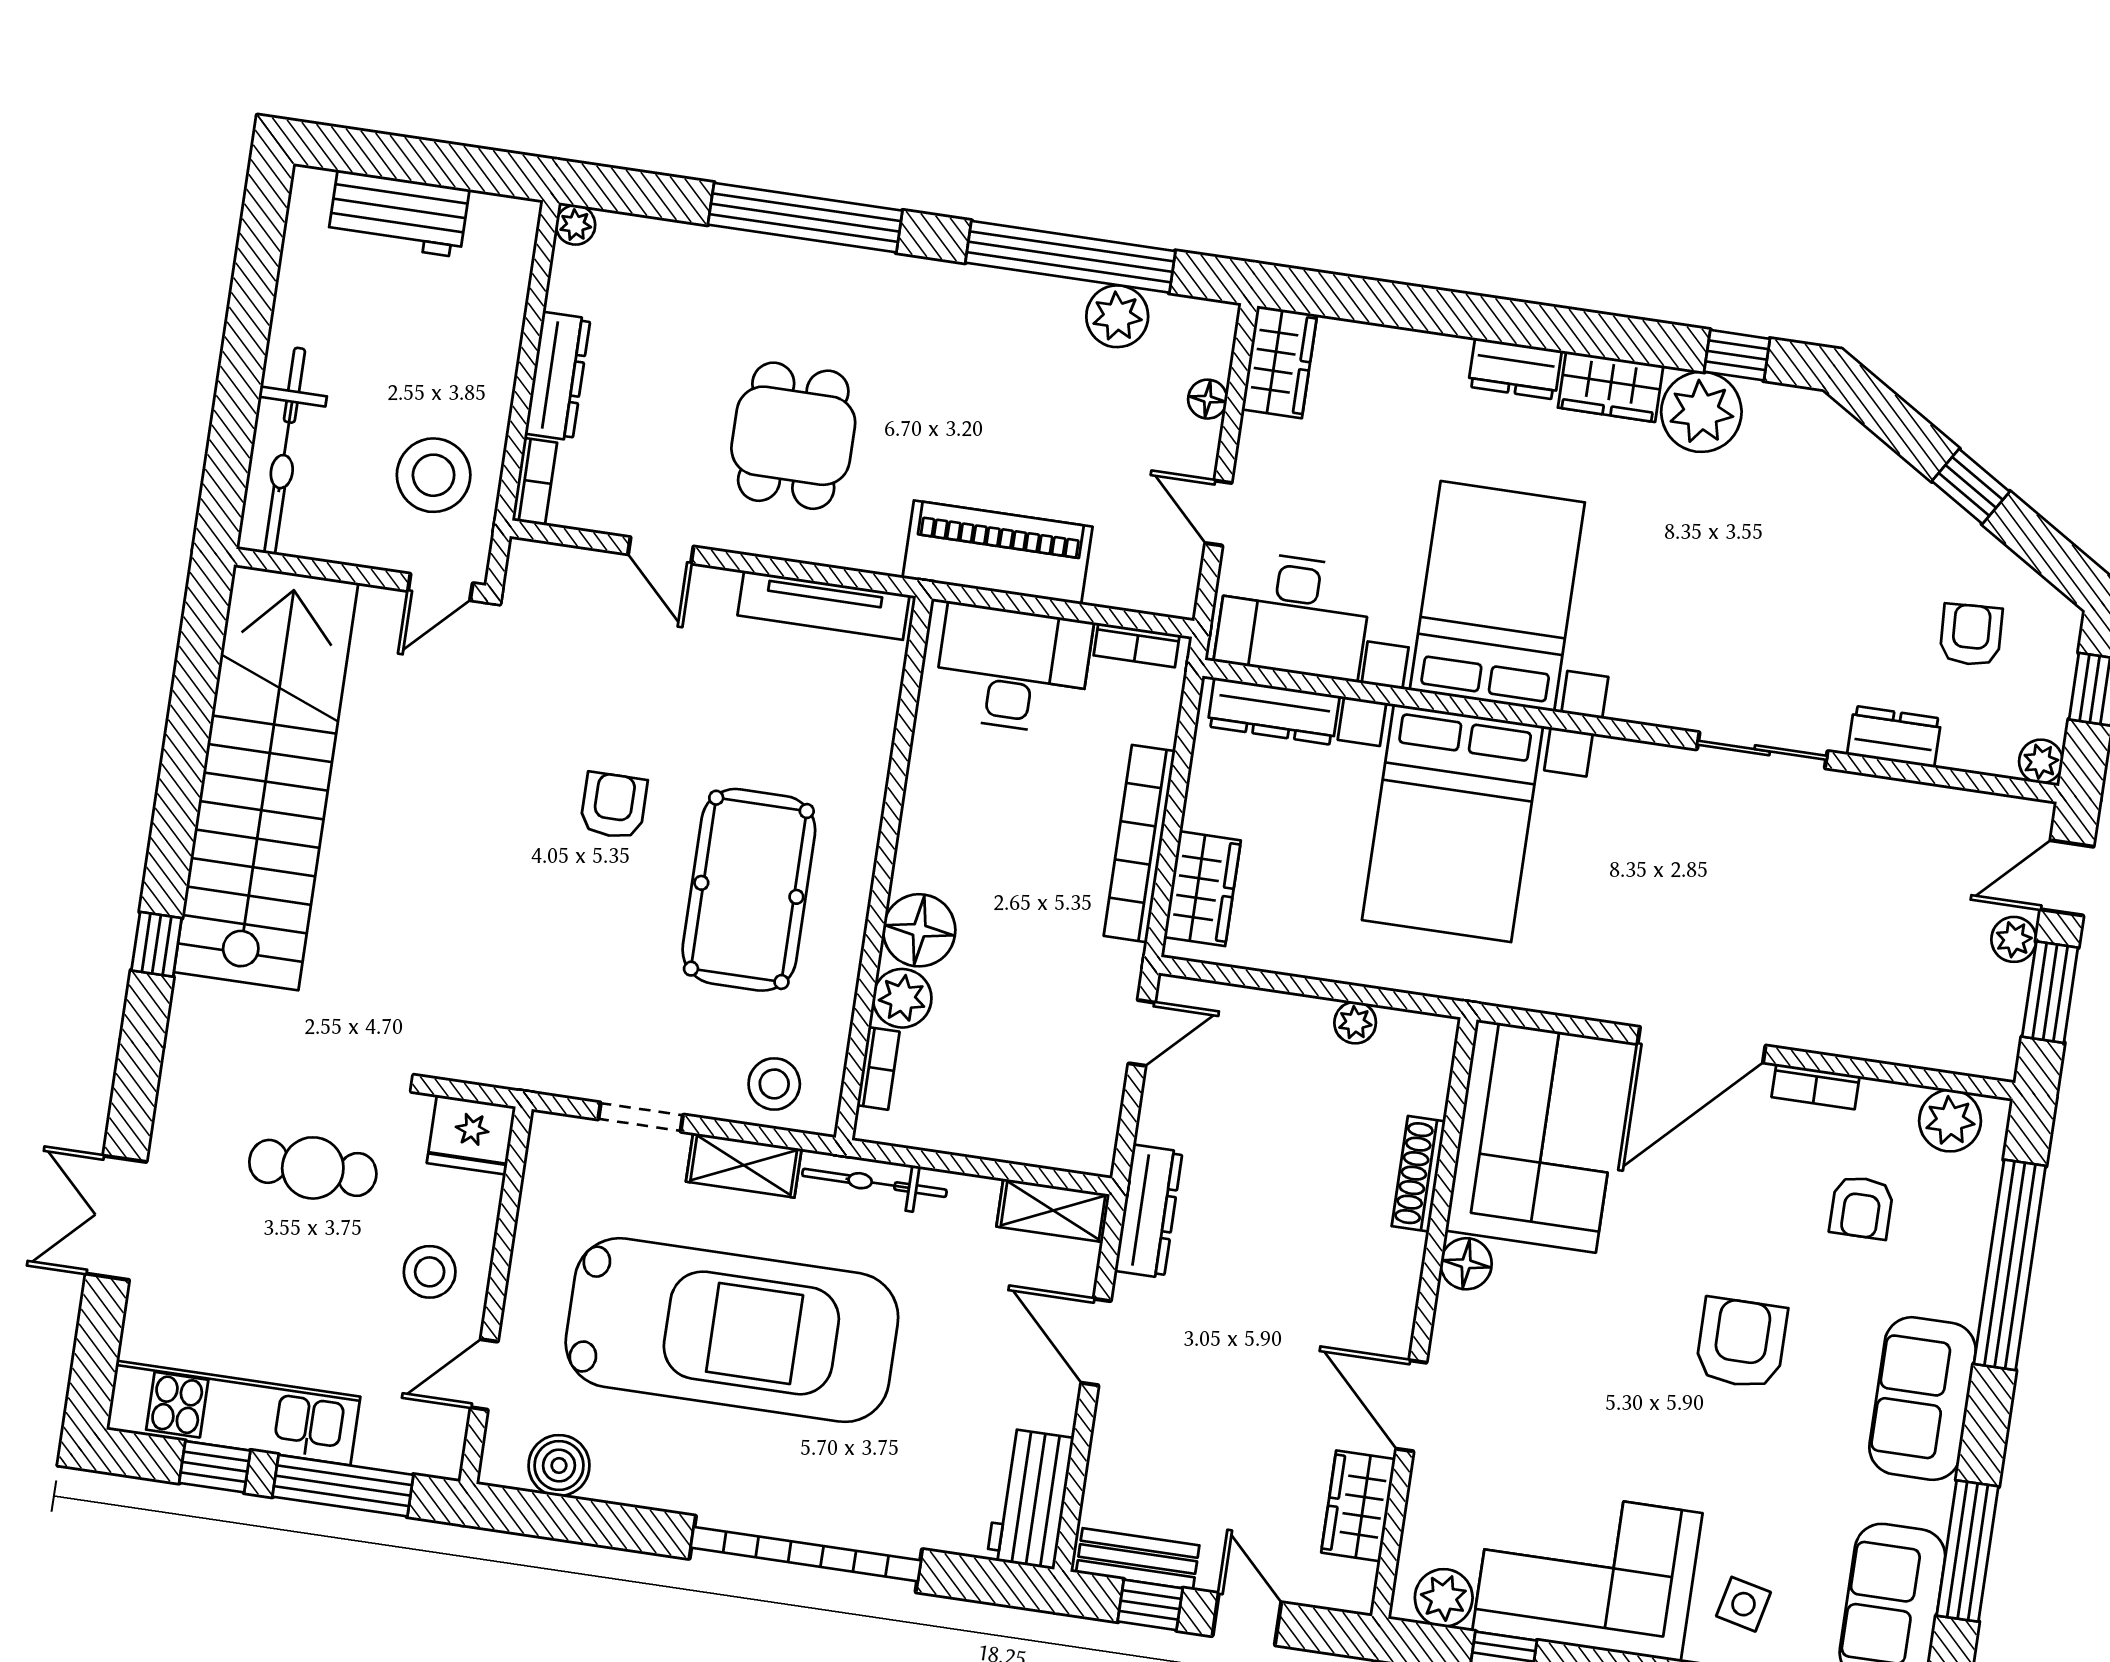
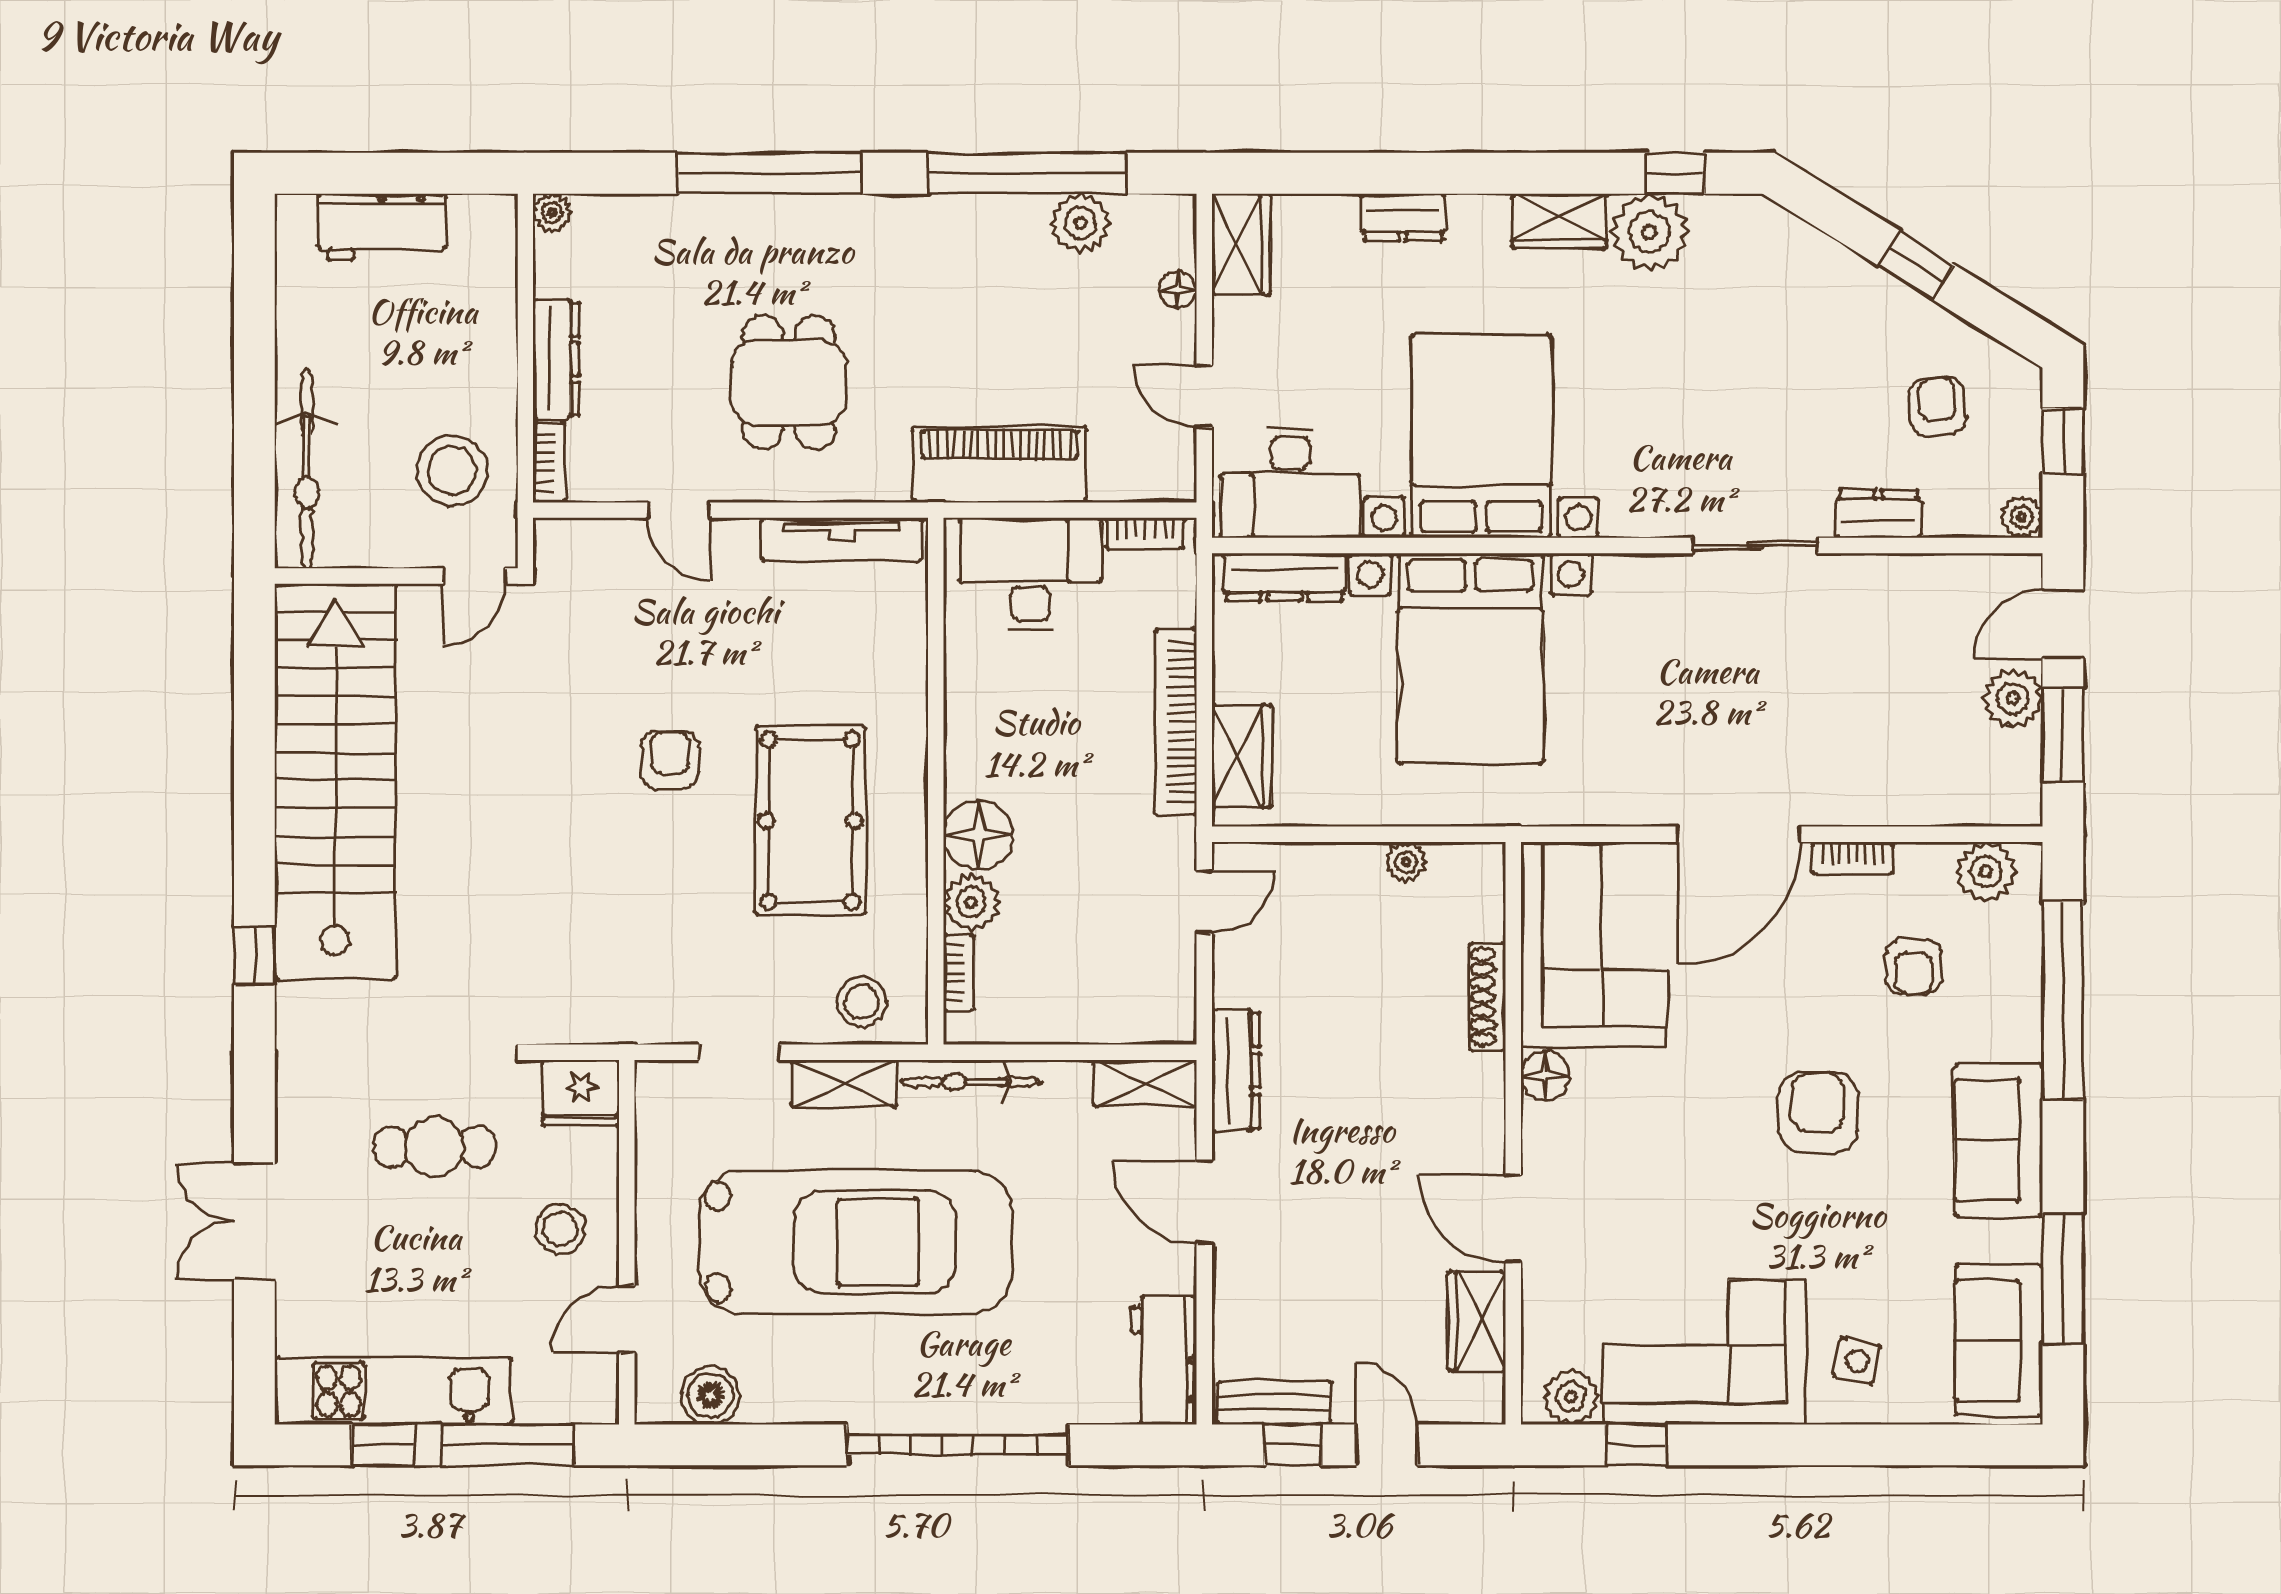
dresser: (1515, 369) -> (1403, 217), moved
plant: (2014, 939) -> (2013, 698), width x1.38, depth x1.38

